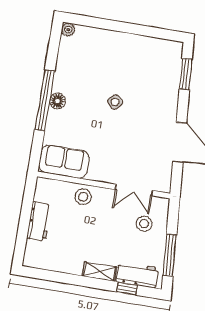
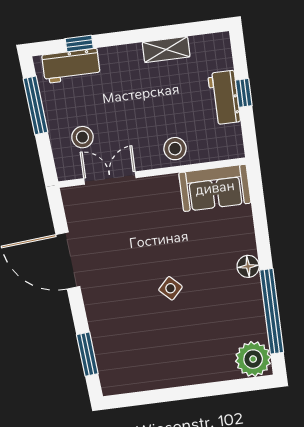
plant: (68, 30) -> (253, 359), width x1.87, depth x1.87
window: (45, 100) -> (272, 311), moved
window: (25, 221) -> (244, 93), added
shelving: (100, 272) -> (166, 50), moved

